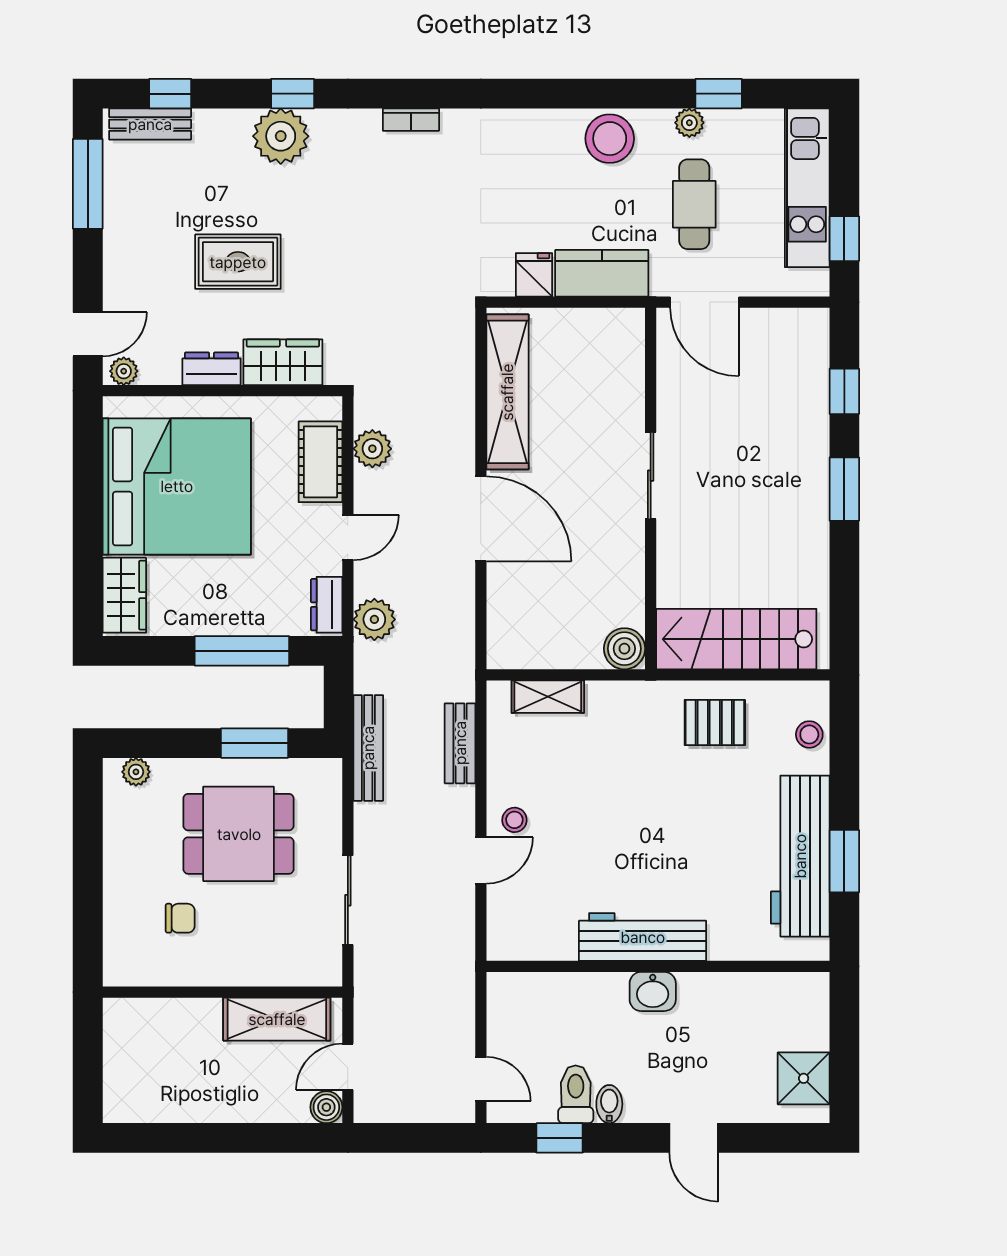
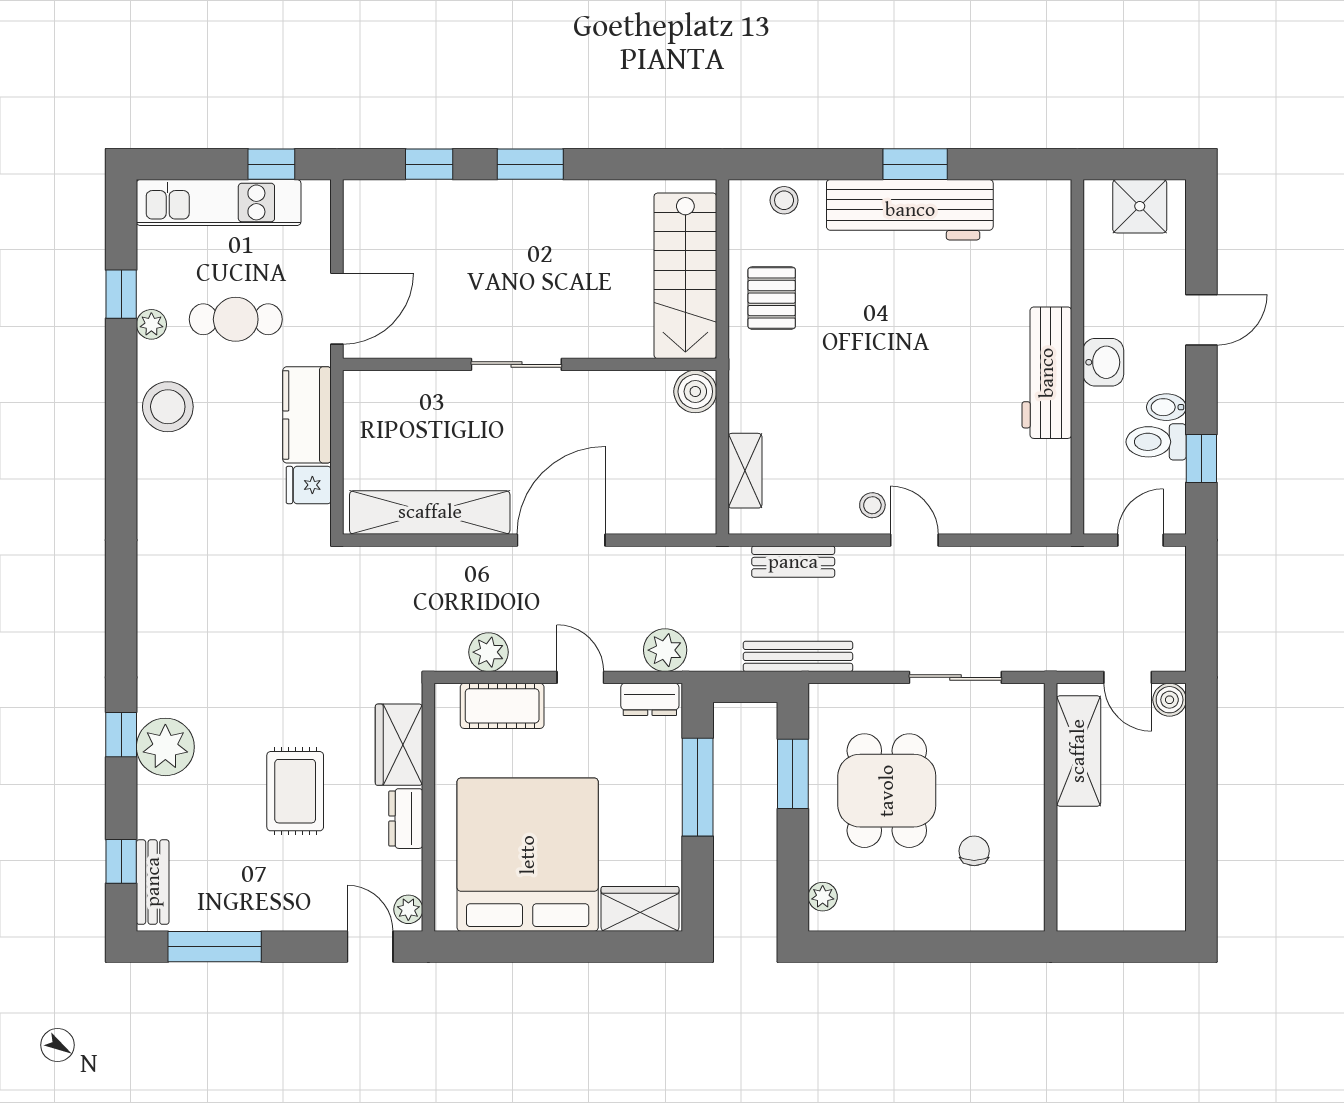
bookcase: (411, 120) -> (148, 612), removed
workbench: (643, 937) -> (1047, 373), moved
wall: (658, 966) -> (1077, 357), moved
washbasin: (653, 991) -> (1103, 362), moved

